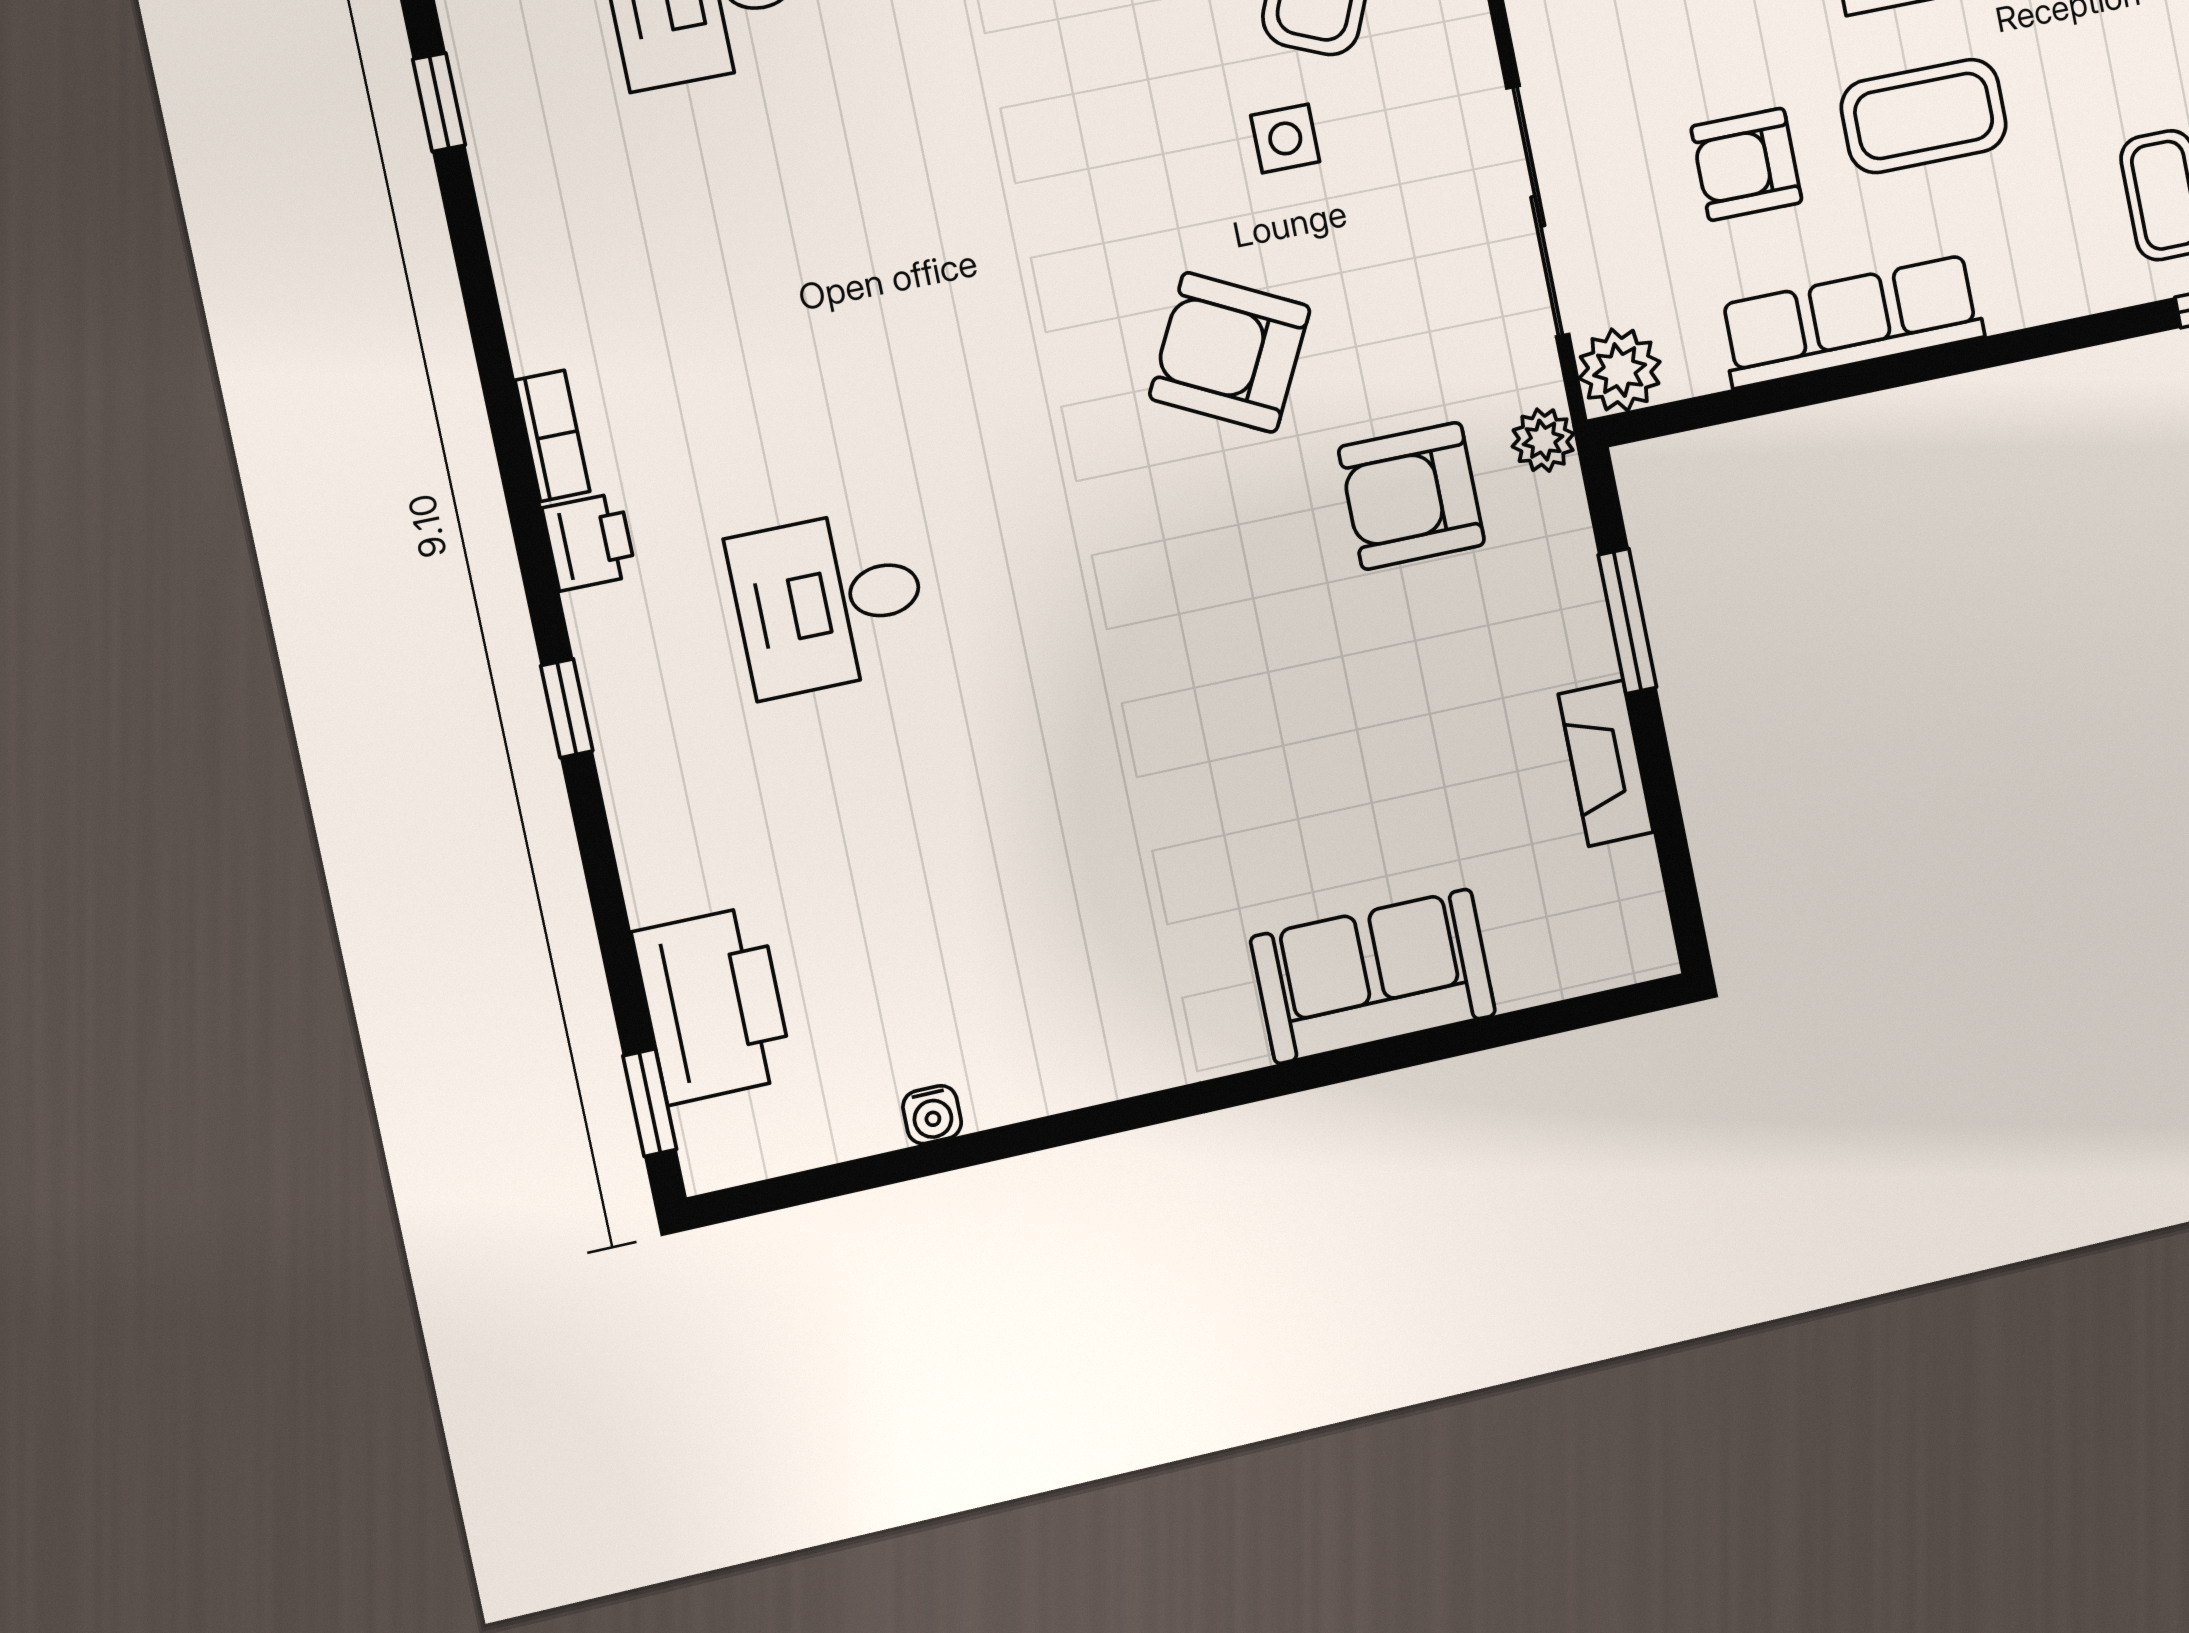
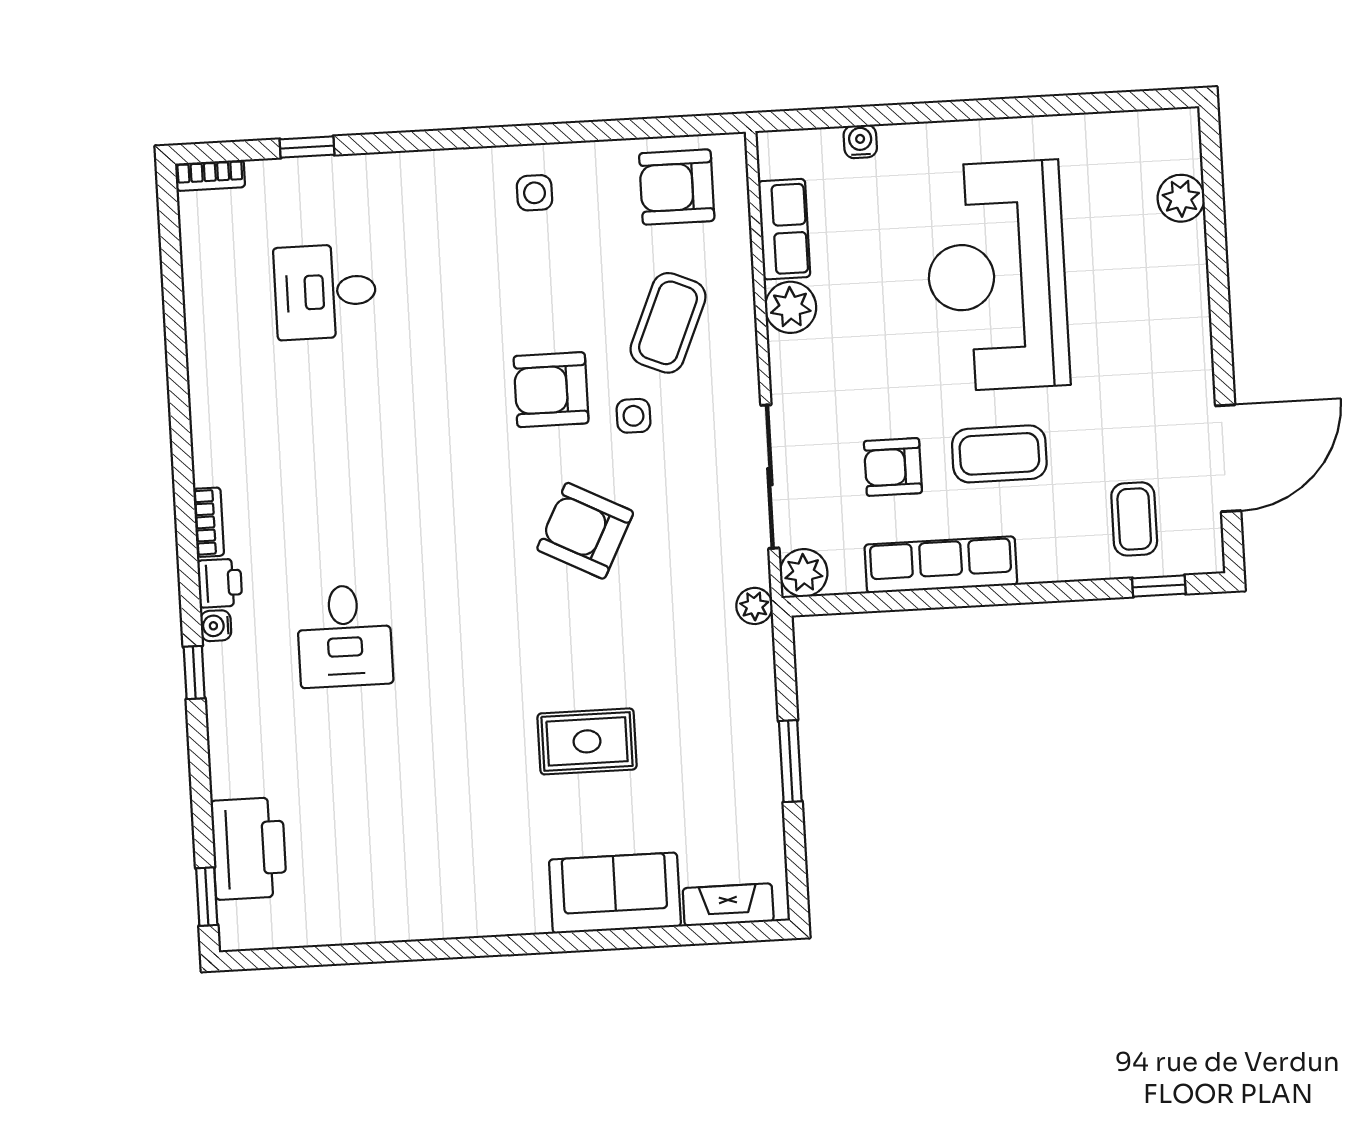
window: (439, 102) -> (175, 332), removed
armchair: (1412, 496) -> (551, 390), moved
desk: (829, 602) -> (345, 636), turned -90
window: (1627, 621) -> (790, 761), moved
rug: (1286, 721) -> (587, 741), added
fireplace: (1606, 763) -> (728, 905), moved, turned 90
water cooler: (932, 1115) -> (216, 626), moved, turned 90

